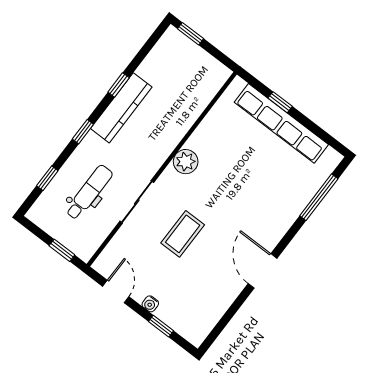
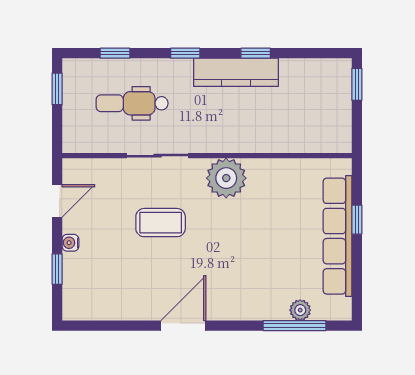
plant: (186, 162) -> (226, 178), width x1.36, depth x1.36
plant: (311, 186) -> (300, 310), added
dental chair: (89, 192) -> (132, 103), turned 180
window: (62, 250) -> (57, 89), moved

